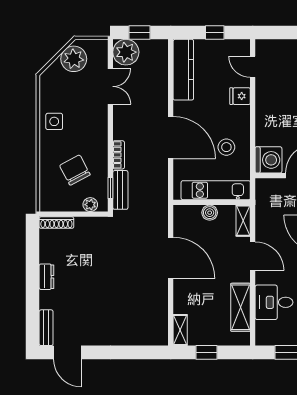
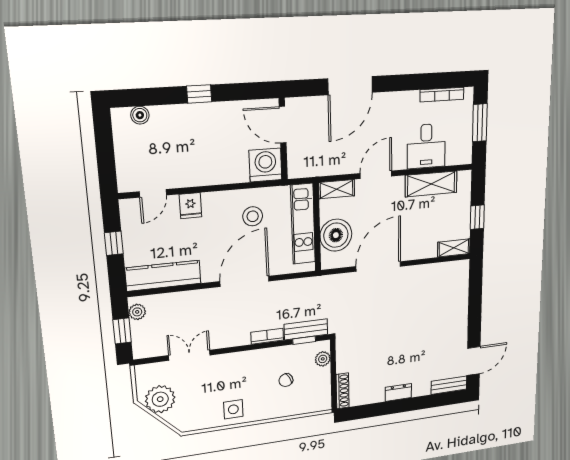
plant: (126, 52) -> (137, 312), moved, width x0.53, depth x0.53
chair: (75, 170) -> (286, 380), width x0.54, depth x0.54
boiler: (210, 213) -> (336, 235), width x1.86, depth x1.86

